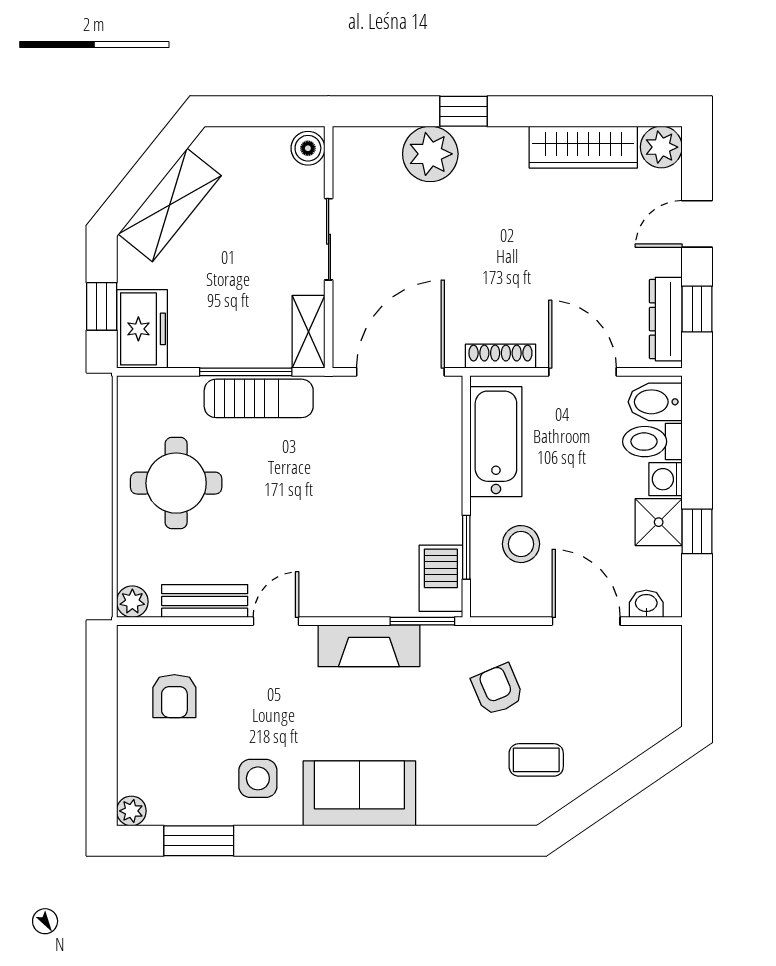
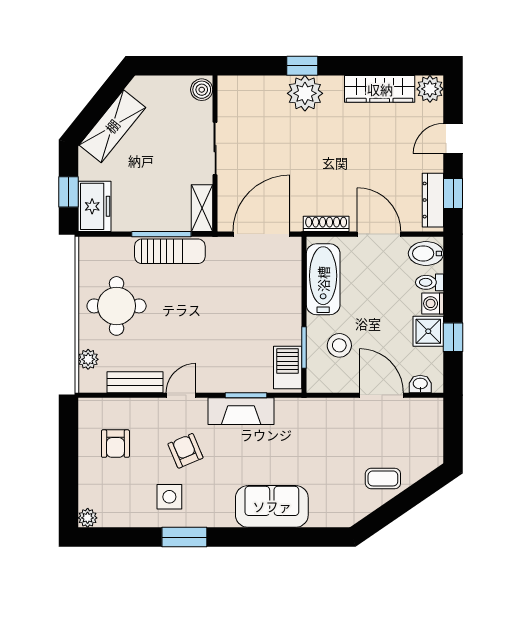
plant: (430, 154) -> (305, 93), moved
toilet: (652, 442) -> (430, 282), width x0.73, depth x0.72
plant: (132, 602) -> (88, 359), moved
window: (422, 621) -> (246, 395), moved
armchair: (498, 689) -> (185, 451), moved
coffee table: (536, 760) -> (383, 478), moved
sofa: (359, 793) -> (272, 506), moved
window: (199, 841) -> (184, 537), moved

